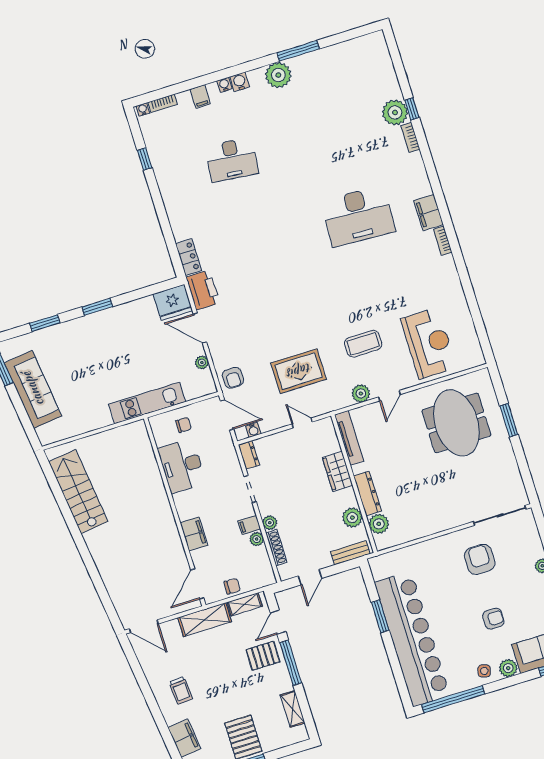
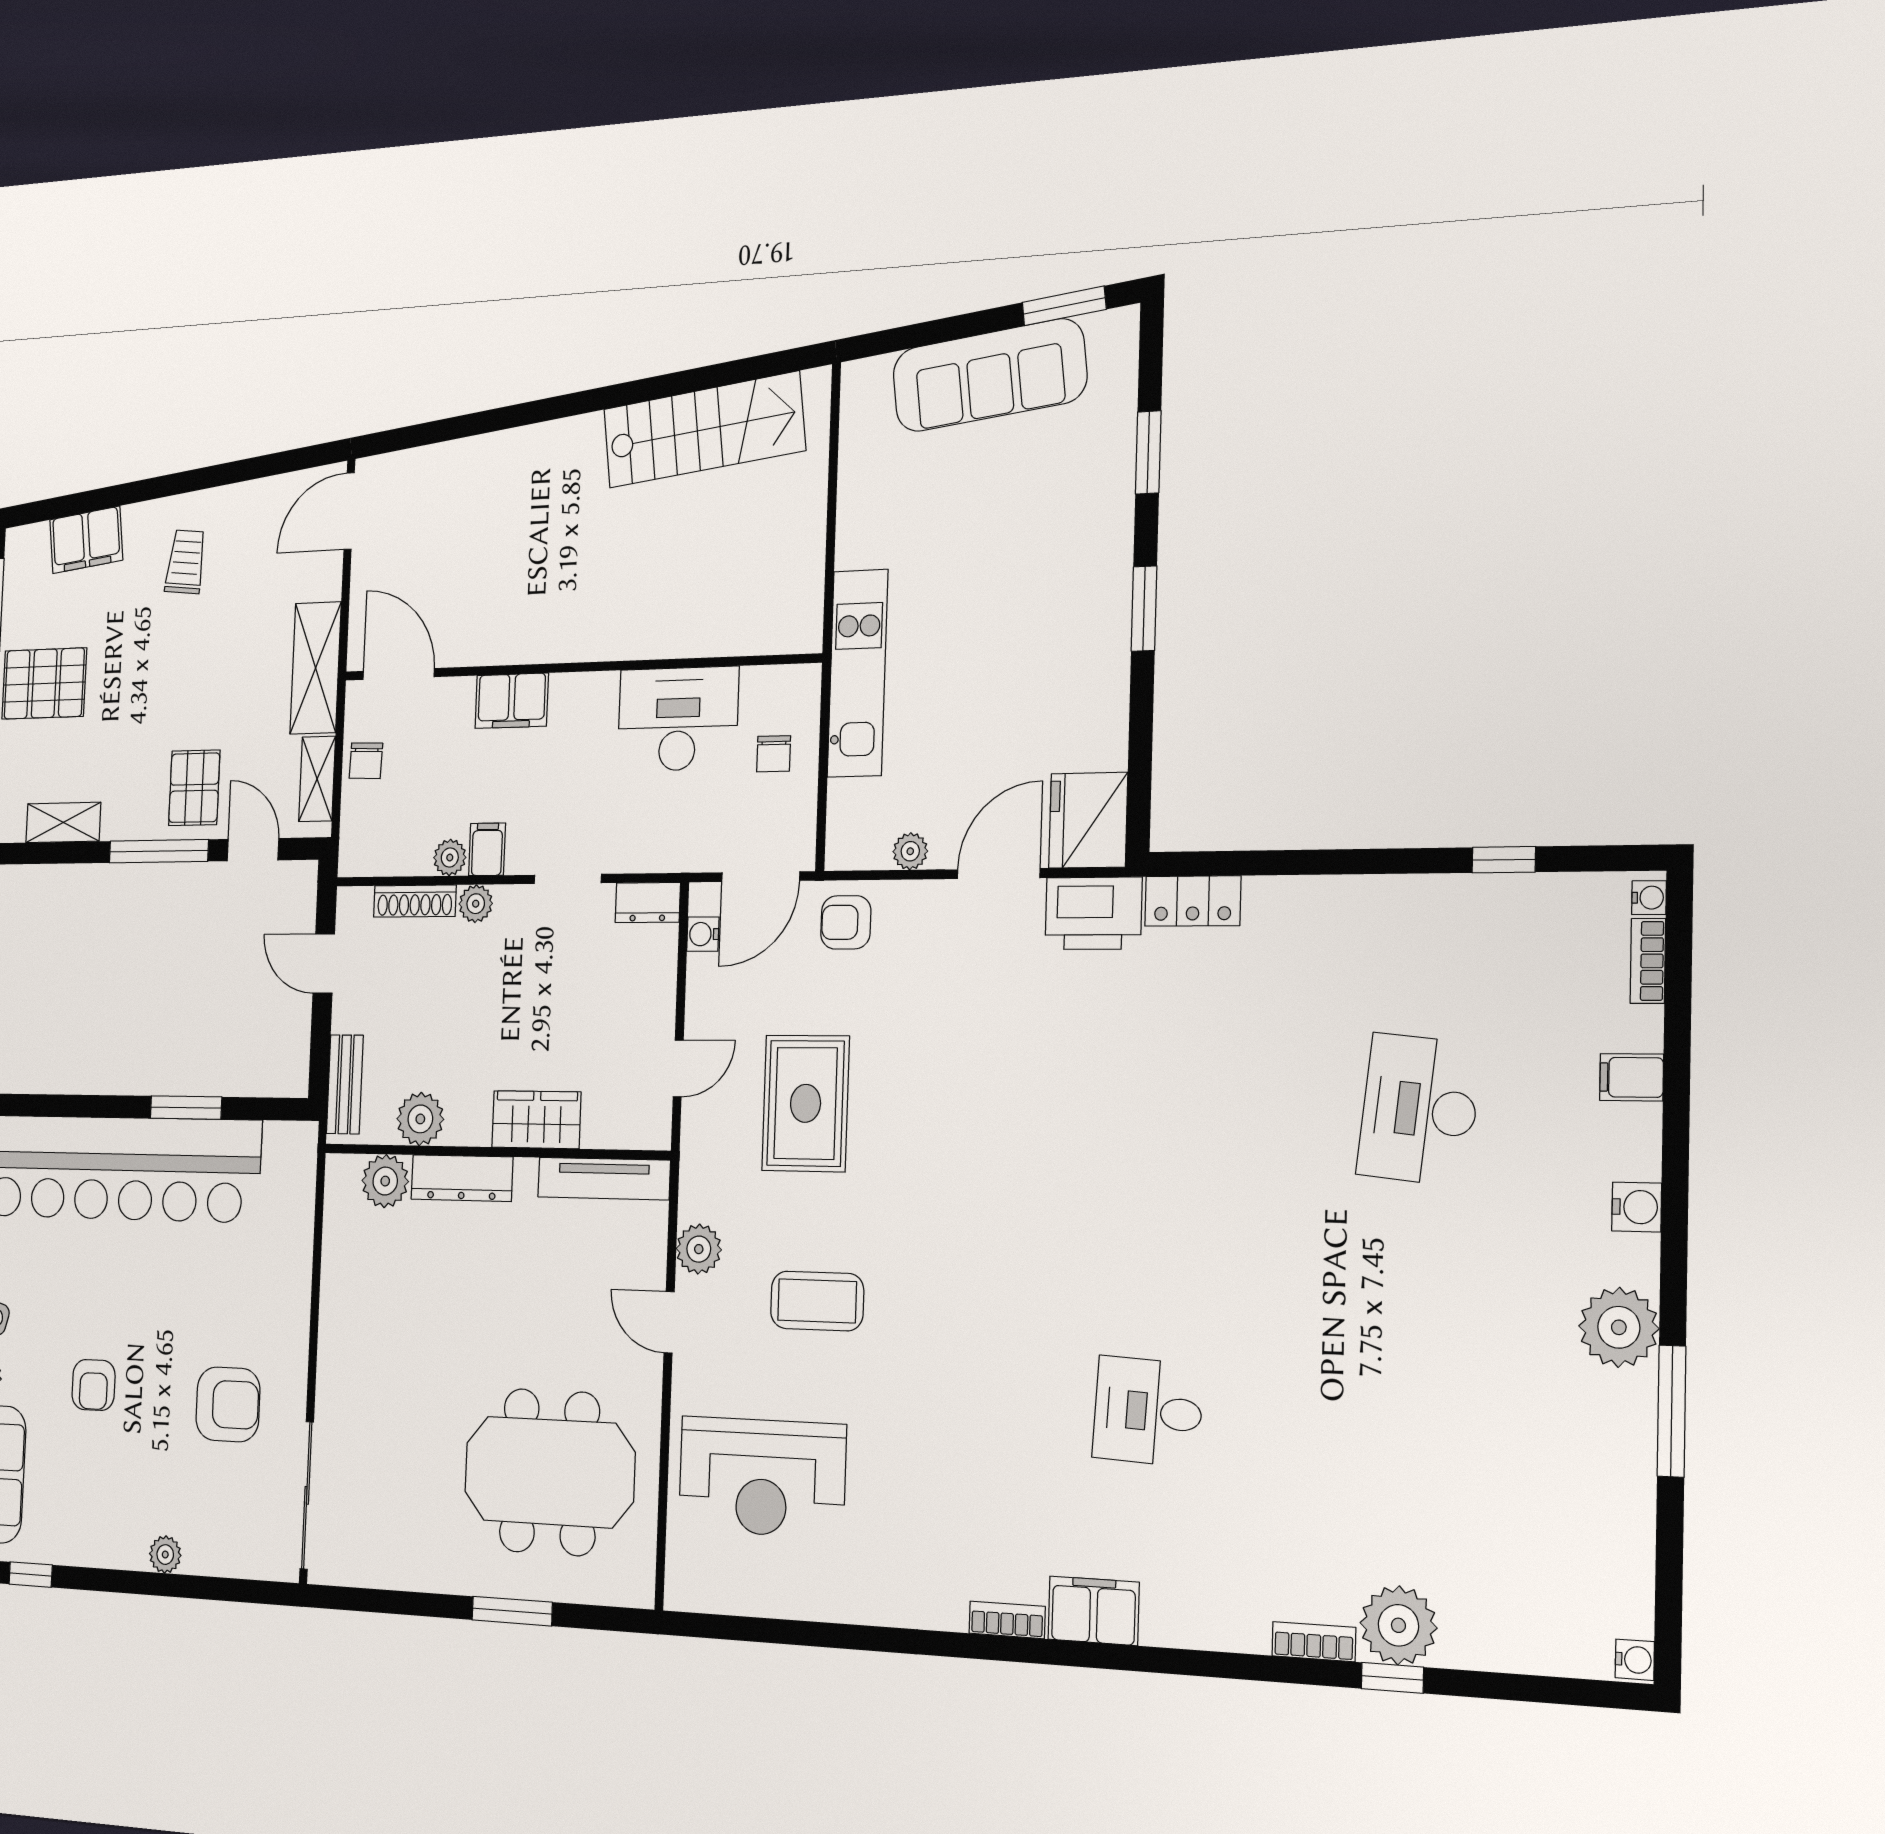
water cooler: (224, 85) -> (1635, 1660), moved
desk: (358, 216) -> (1148, 1411), width x0.53, depth x0.77
coffee table: (363, 344) -> (817, 1301), turned 90
trolley: (181, 690) -> (186, 562), turned 100

